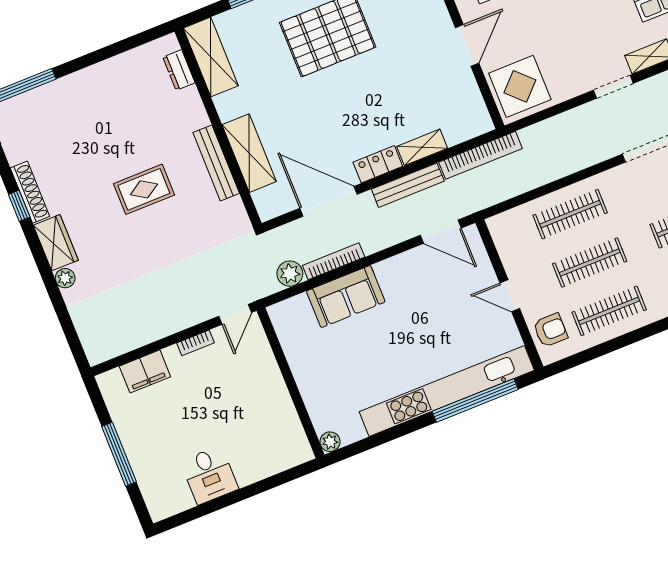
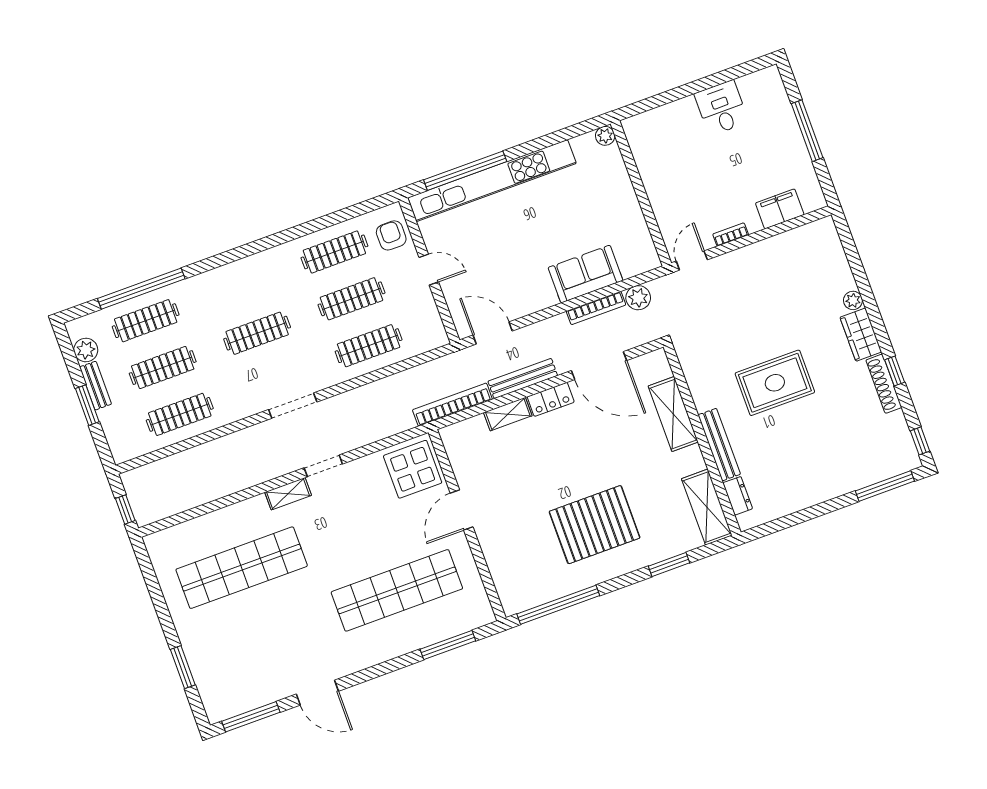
bench: (216, 163) -> (719, 445), moved
rug: (144, 189) -> (775, 383), width x1.36, depth x1.43
armchair: (550, 330) -> (391, 235), turned 90

